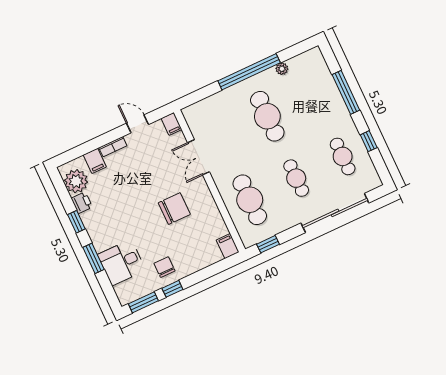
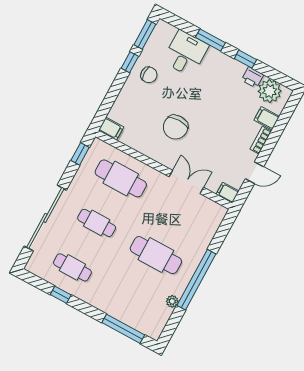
window: (346, 92) -> (123, 329), moved

